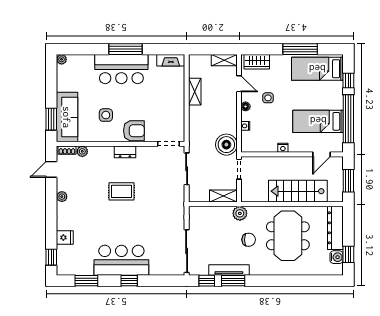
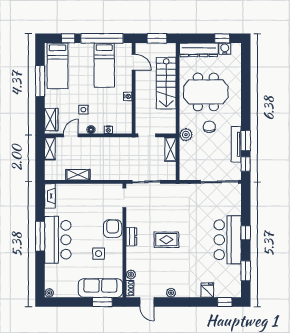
boiler: (226, 145) -> (125, 147), removed
rug: (121, 191) -> (166, 240), turned 90

